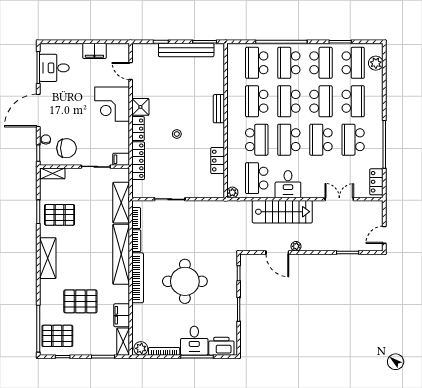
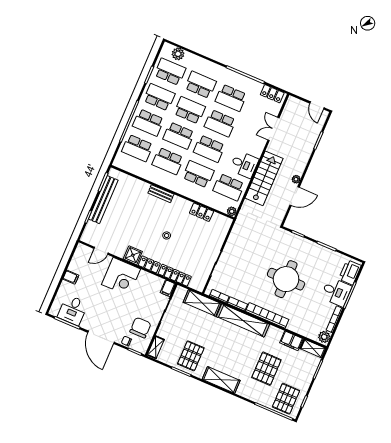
filing cabinet: (94, 51) -> (71, 277), width x0.50

